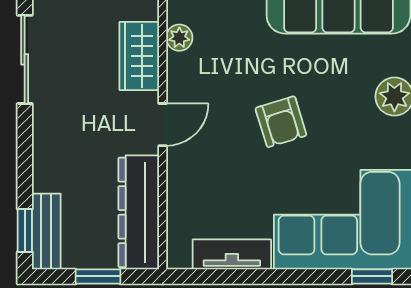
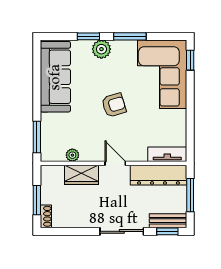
sliding door: (25, 59) -> (122, 231), moved
tv unit: (232, 254) -> (167, 154), moved, turned 90
window: (98, 276) -> (190, 195), width x1.50

